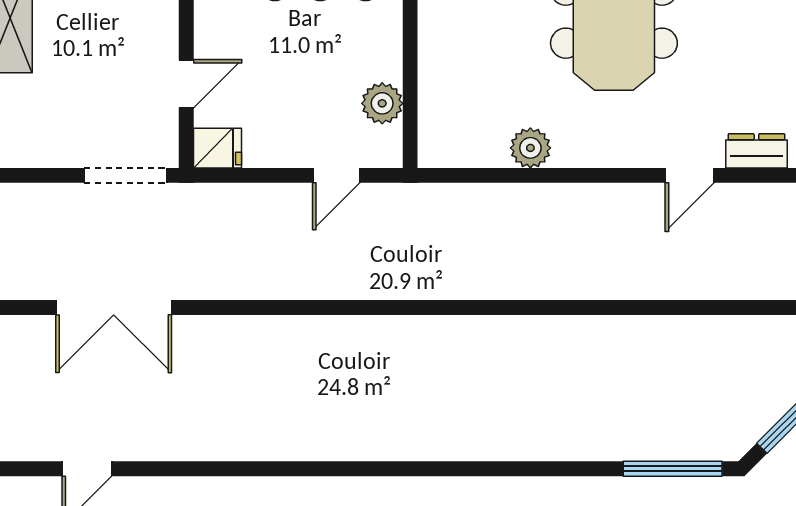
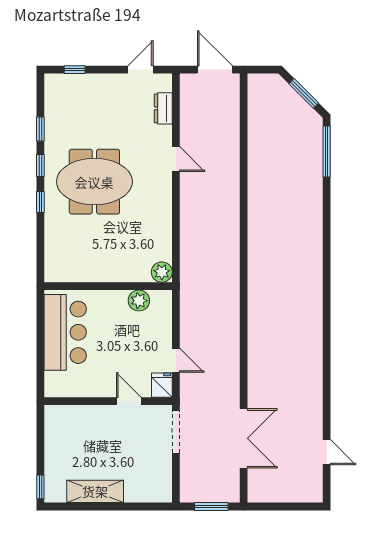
plant: (530, 148) -> (162, 272), moved
door: (336, 175) -> (176, 360), moved
door: (690, 175) -> (176, 159), moved

